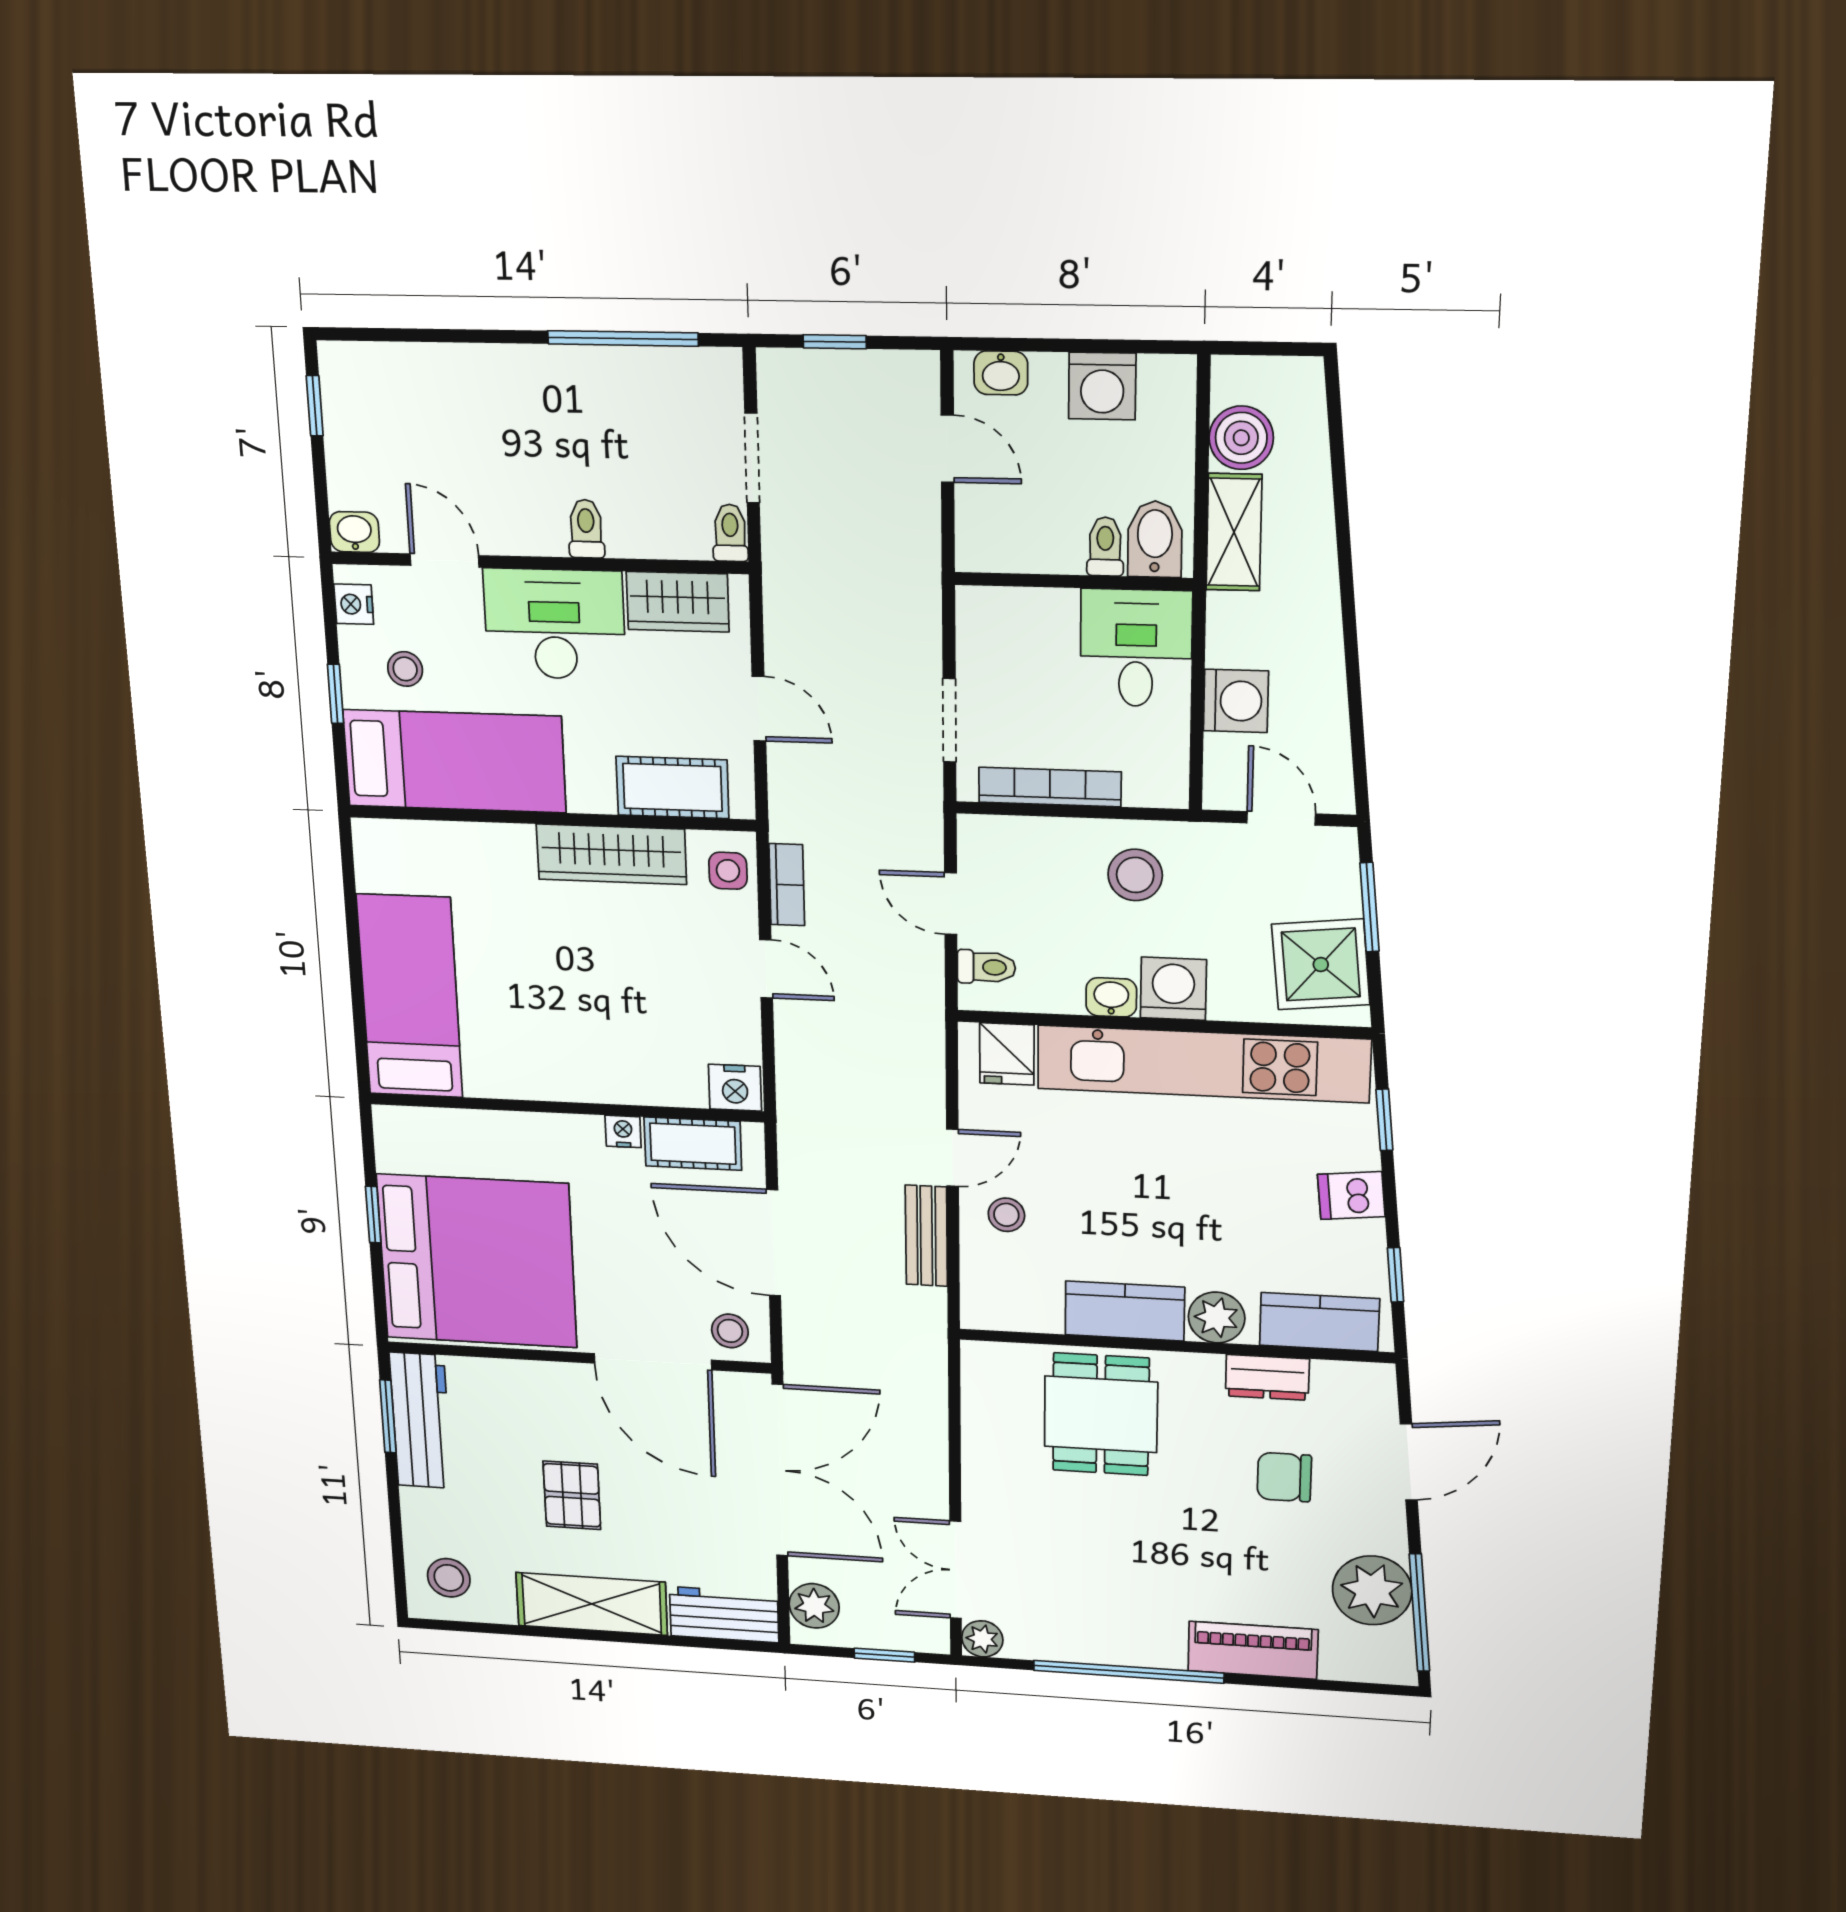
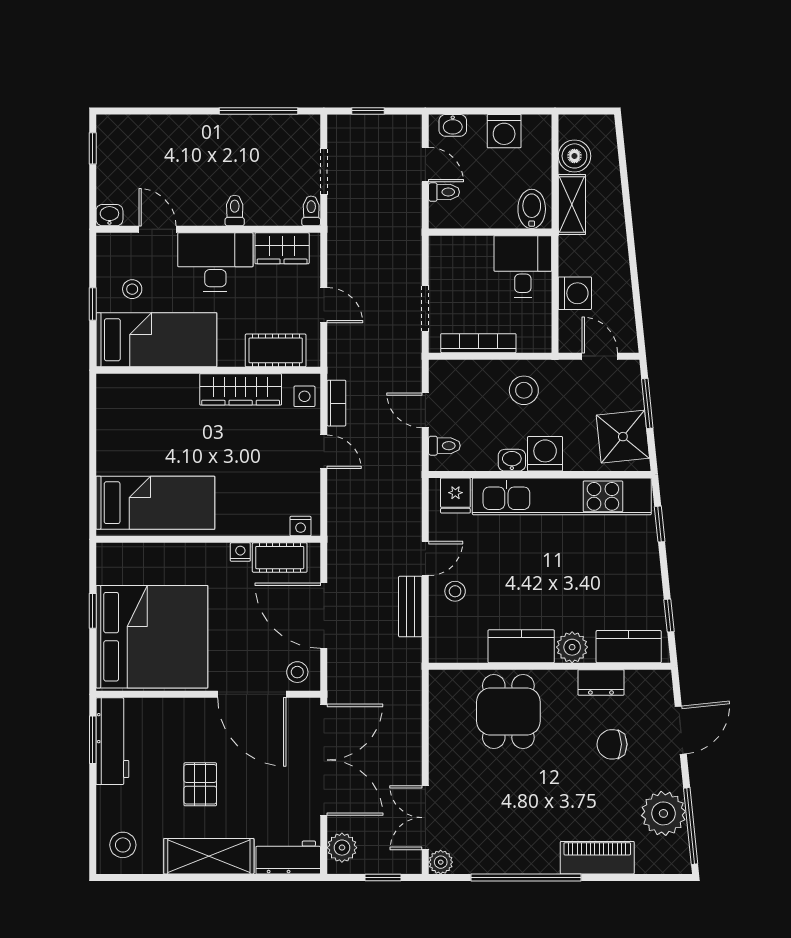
toilet: (1105, 547) -> (444, 192), moved, turned 90
nightstand: (354, 604) -> (106, 254), removed
bed: (410, 996) -> (155, 503), moved, turned 90
nightstand: (735, 1088) -> (301, 526), width x0.72, depth x0.74
dishwasher: (1351, 1196) -> (643, 569), removed

